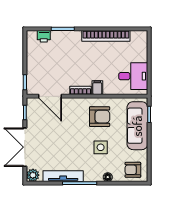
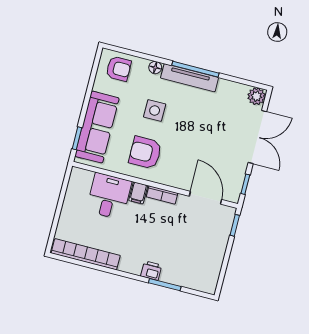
printer: (44, 36) -> (151, 271), moved
bookcase: (106, 36) -> (86, 254), moved
desk: (133, 76) -> (109, 196), moved, turned 90
tv unit: (63, 176) -> (190, 78), moved

